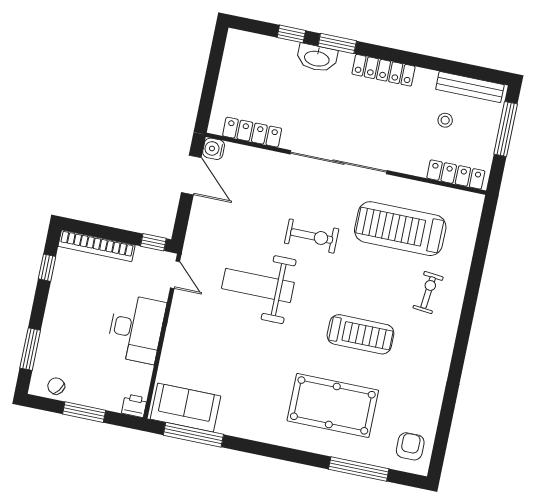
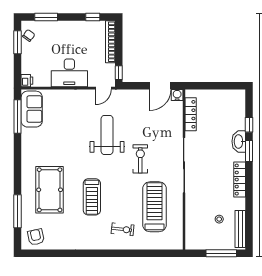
locker: (456, 174) -> (191, 231), removed
exercise bike: (312, 236) -> (140, 159), turned 180
window: (84, 412) -> (18, 42), moved
armchair: (410, 446) -> (36, 237), turned -102

